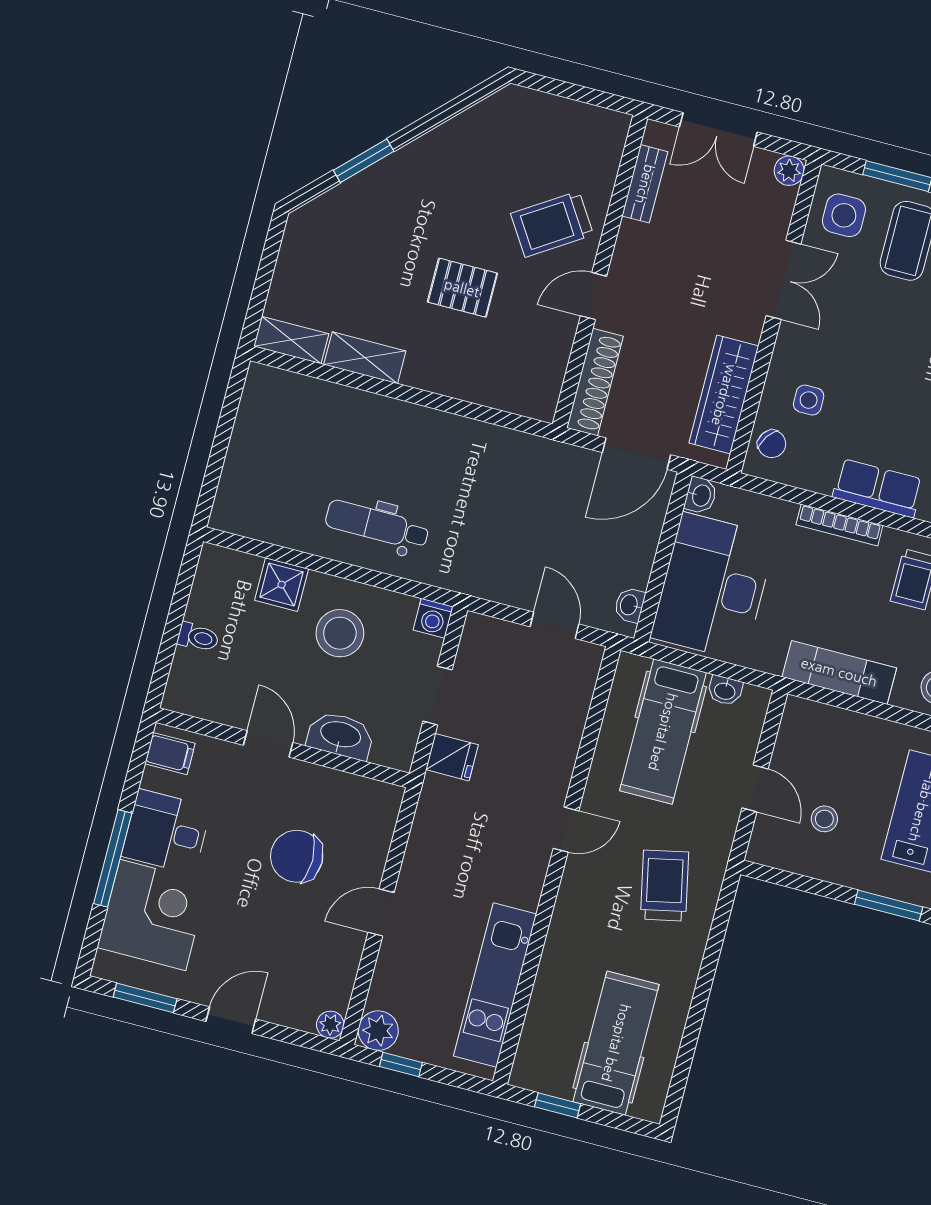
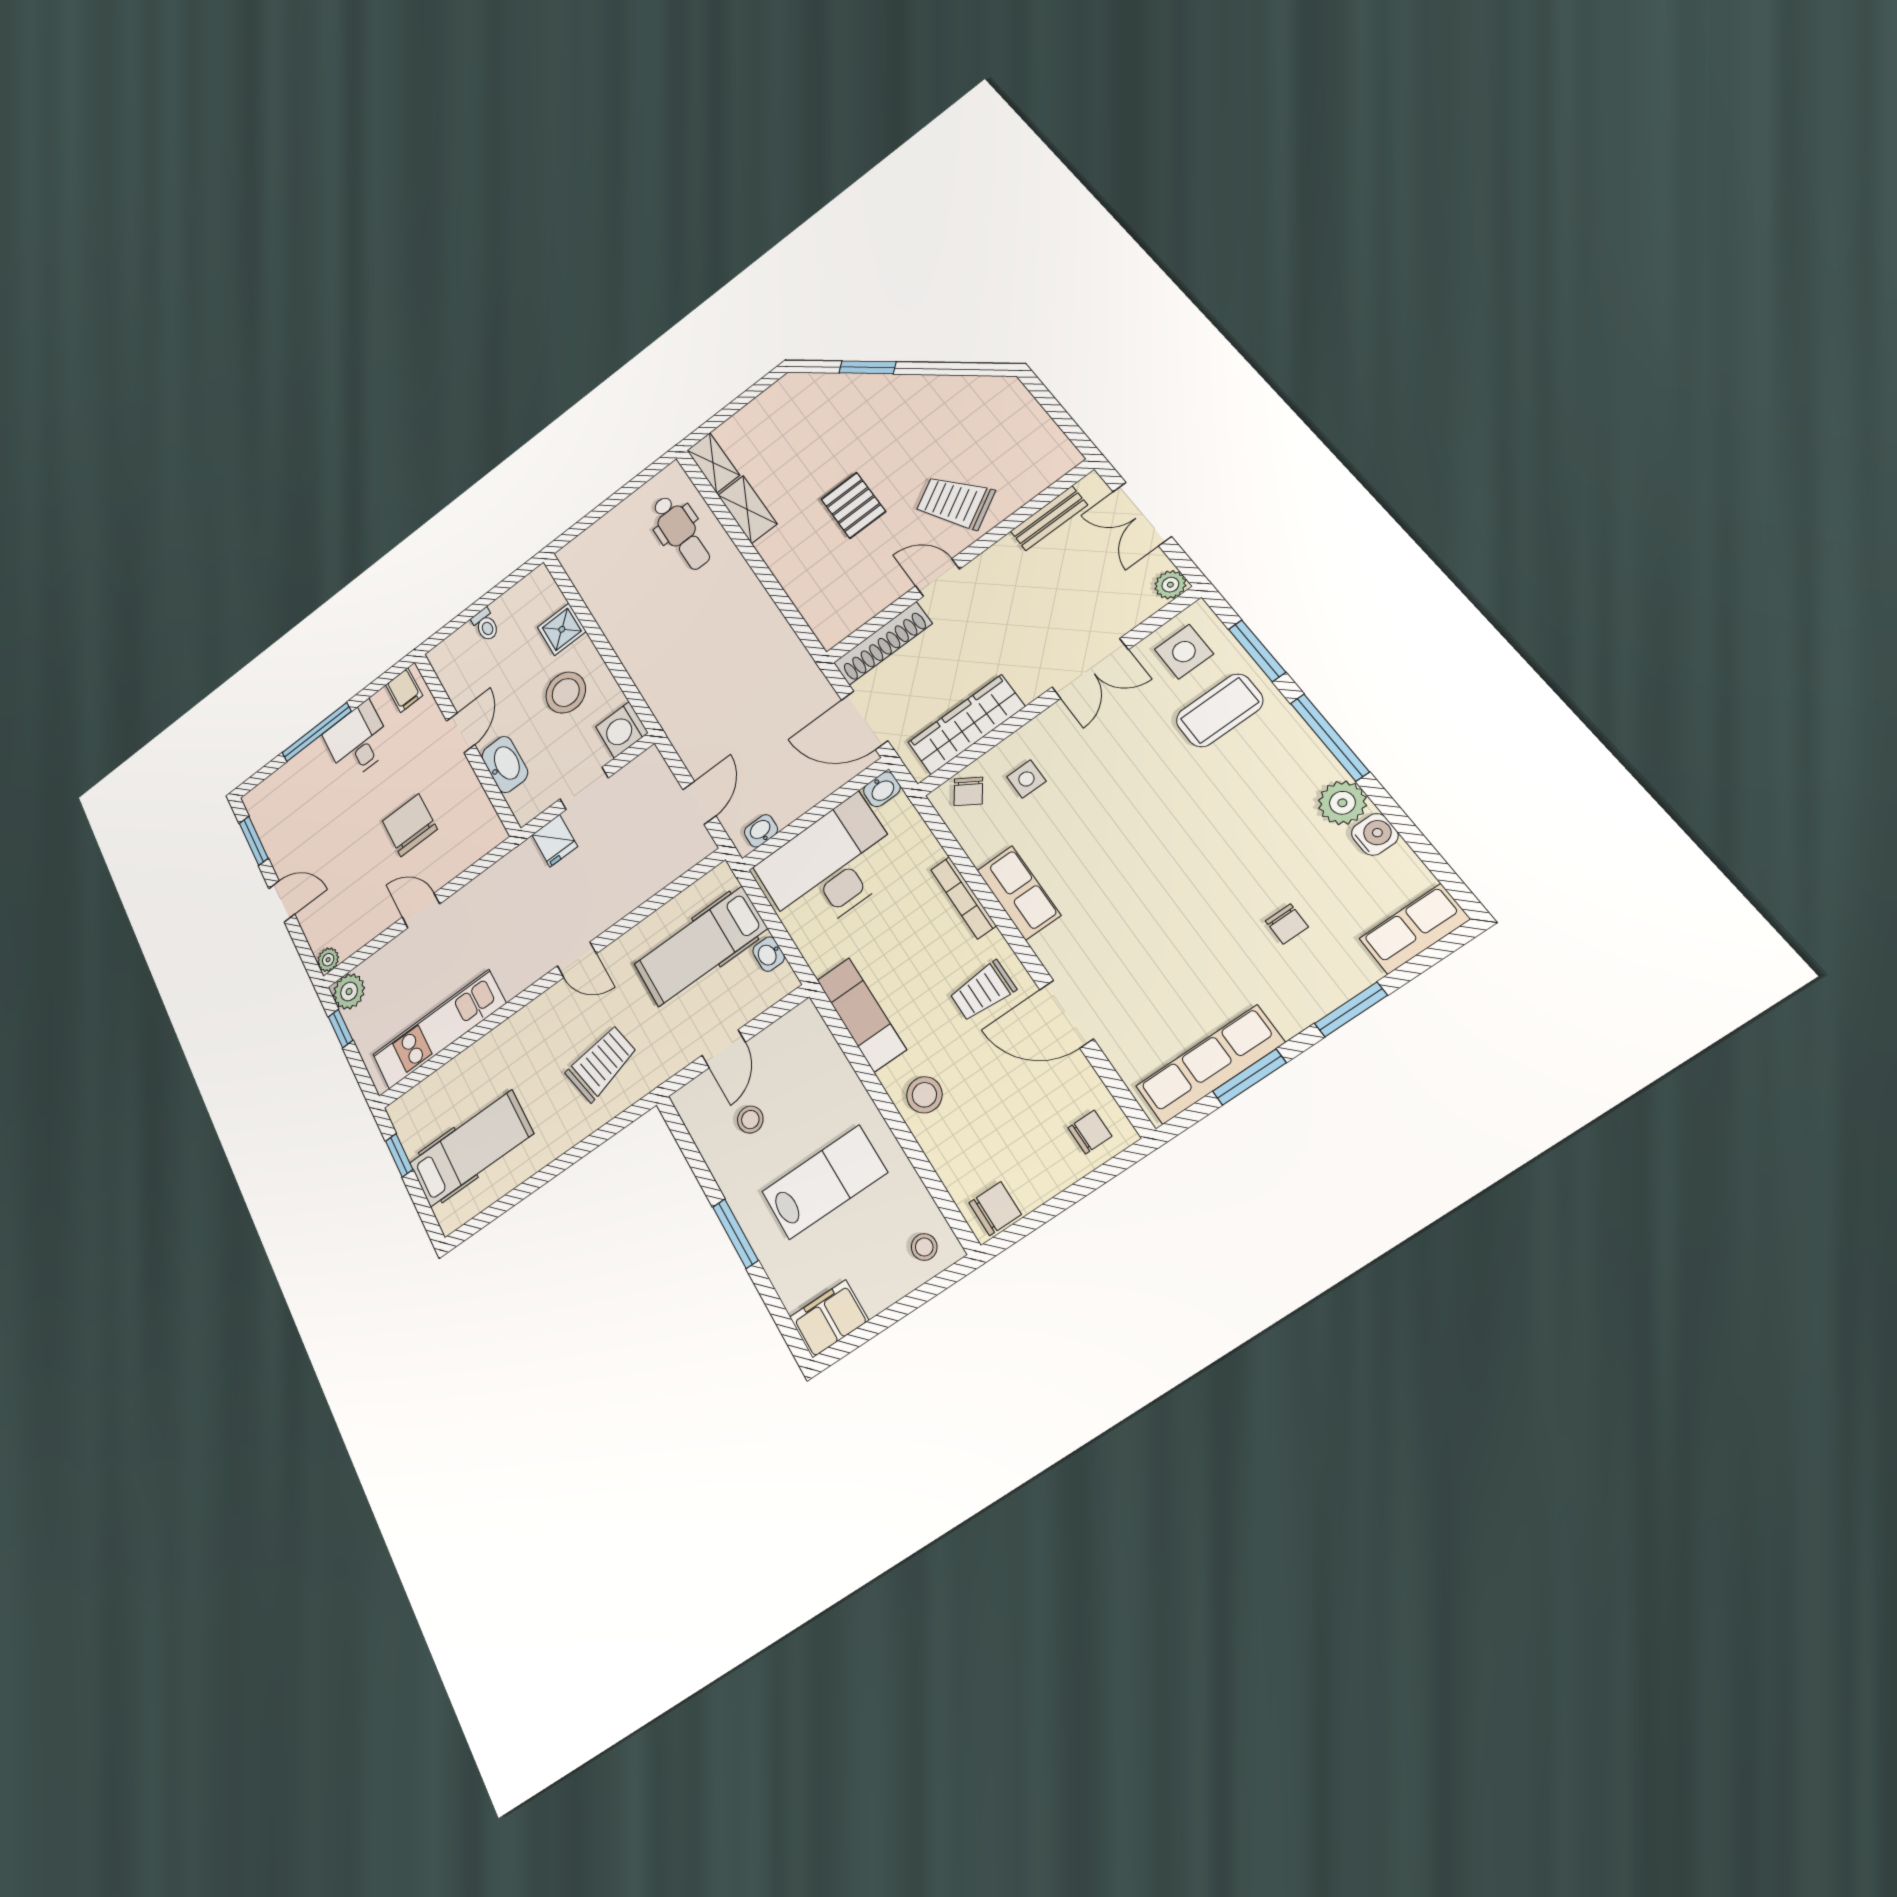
dental chair: (377, 525) -> (681, 532), moved, turned 180
washing machine: (433, 618) -> (622, 730), width x1.38, depth x1.38
corner desk: (153, 915) -> (304, 790), removed

